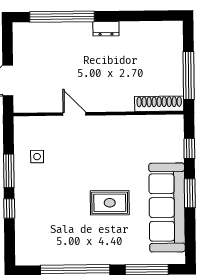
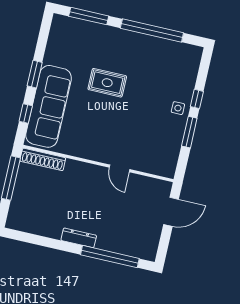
dresser: (106, 29) -> (79, 238), width x1.44
side table: (37, 157) -> (178, 108), moved
sofa: (167, 207) -> (49, 106), moved

